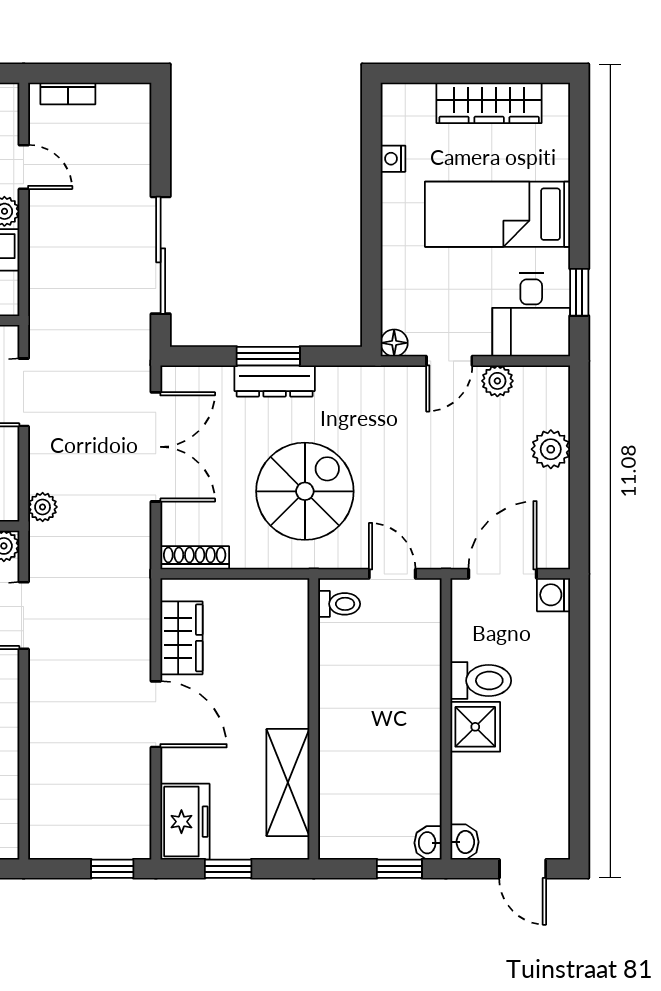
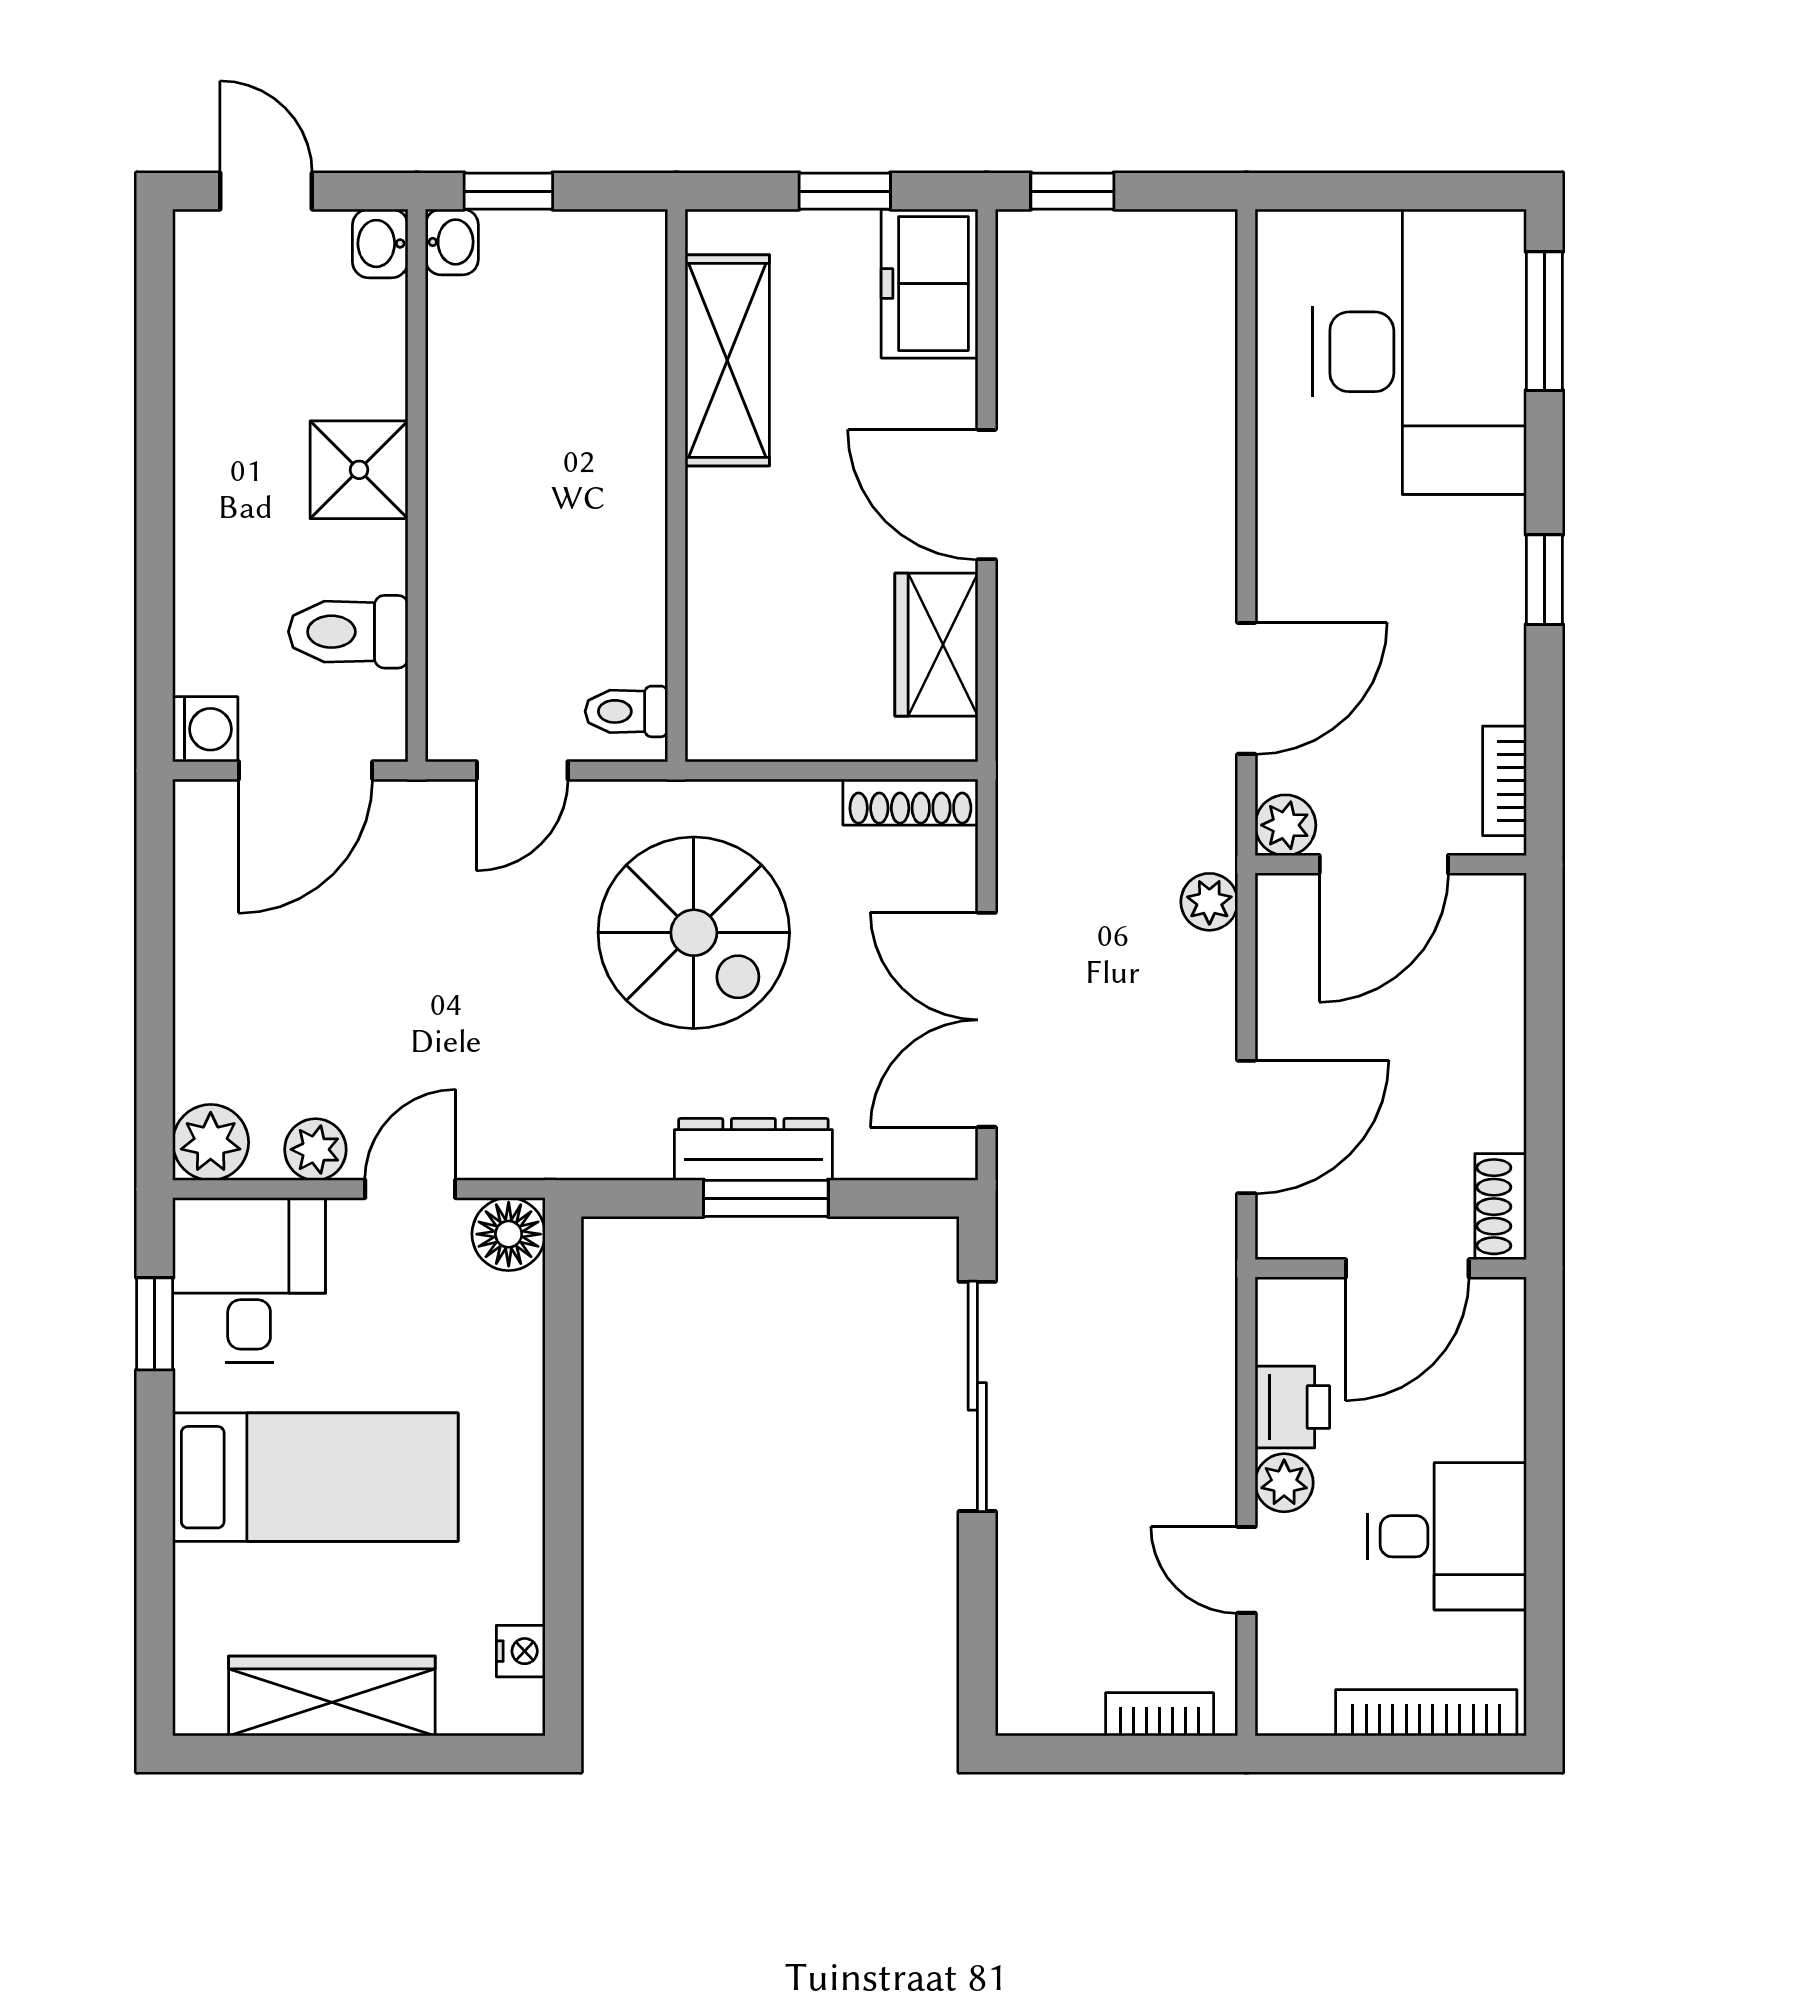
nightstand: (393, 159) -> (521, 1651), moved
floor lamp: (394, 343) -> (509, 1234), width x1.37, depth x1.37
plant: (551, 449) -> (211, 1142), moved
spiral stairs: (305, 491) -> (694, 933), turned -90
door: (392, 574) -> (522, 770), hinge flipped
toilet: (481, 681) -> (348, 632), moved

